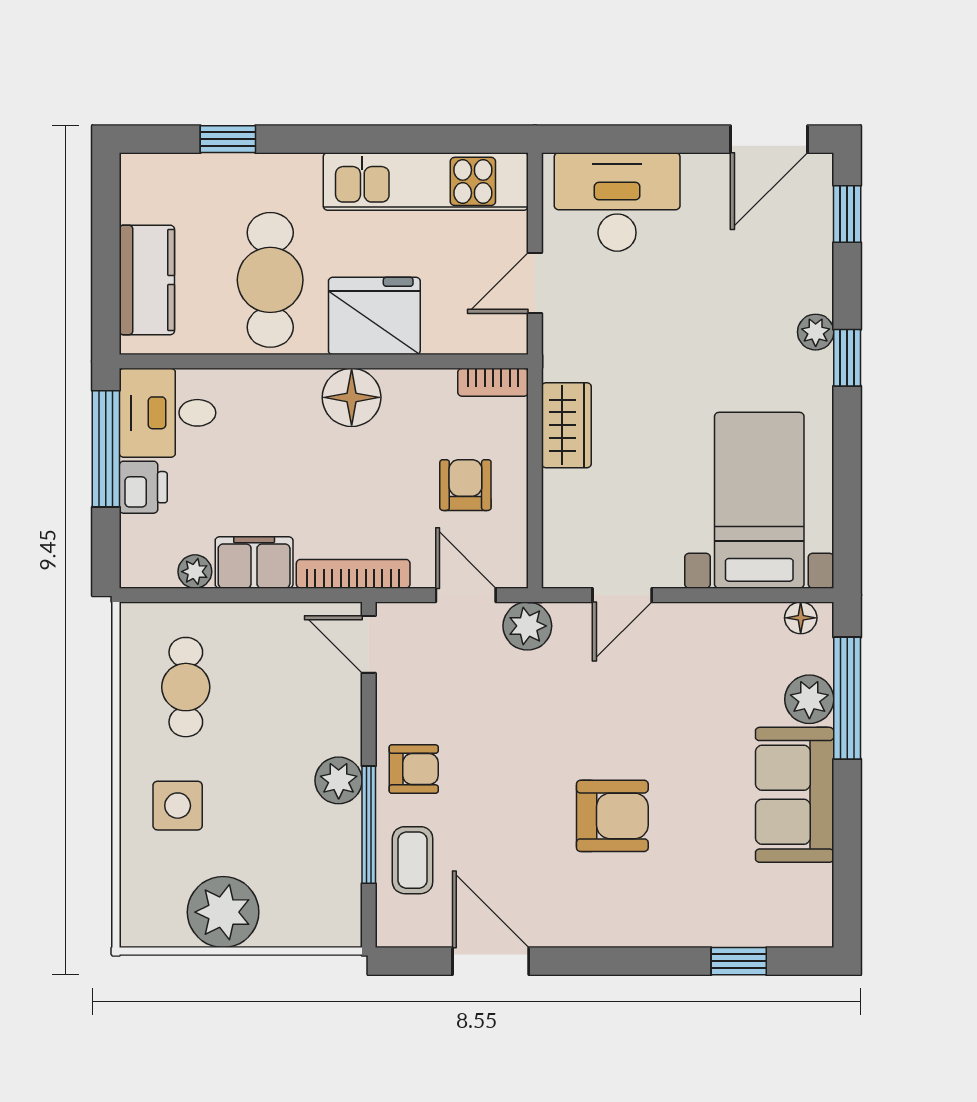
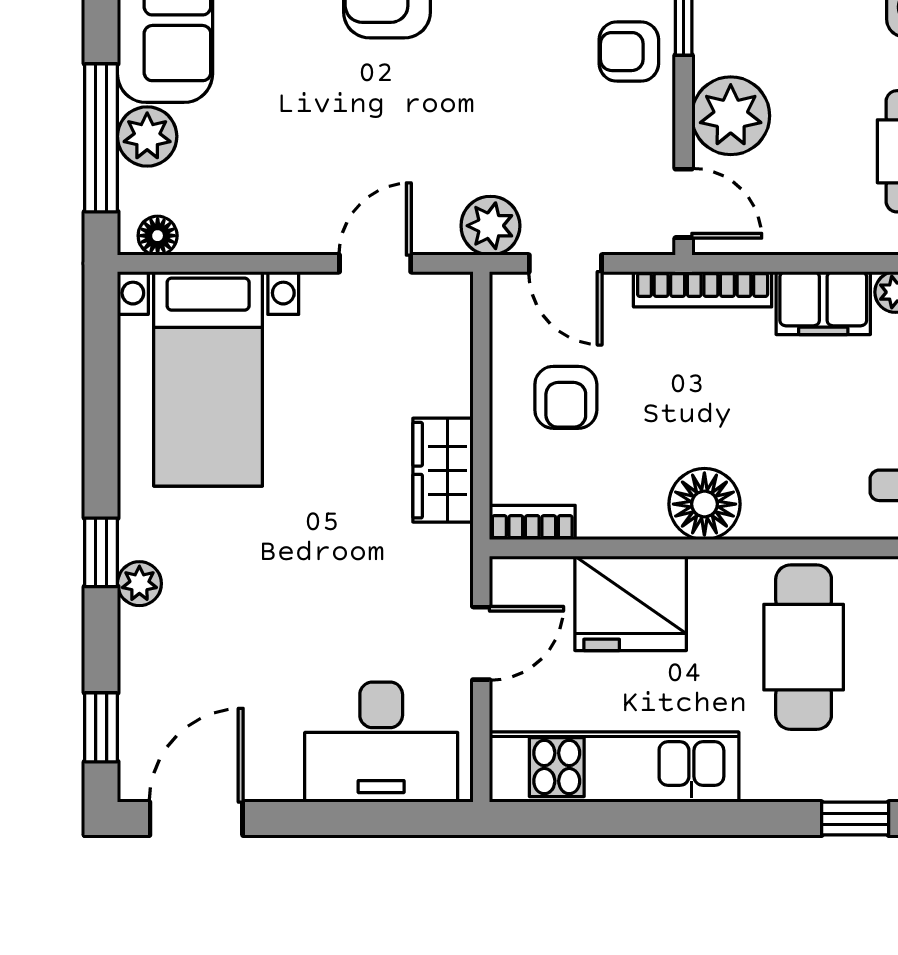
fridge: (374, 316) -> (631, 603), moved
plant: (339, 780) -> (731, 116), moved, width x1.36, depth x1.36

